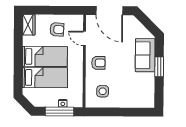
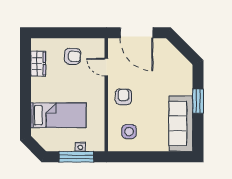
wardrobe: (29, 25) -> (38, 64), moved
sofa: (145, 55) -> (181, 123), moved, width x1.36
bed: (45, 57) -> (58, 90), removed
armchair: (98, 63) -> (123, 97), turned -90

